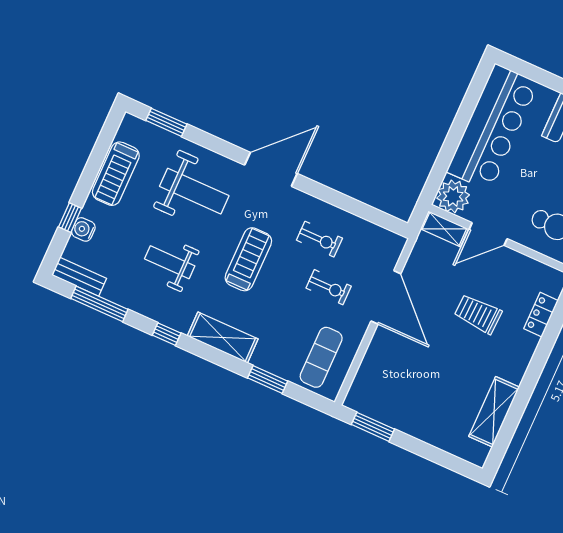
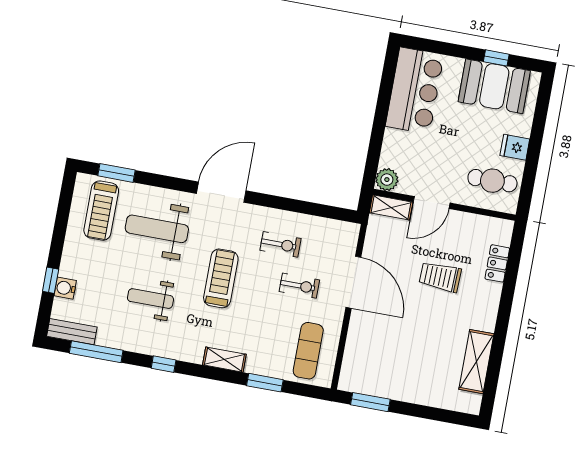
bar counter: (493, 127) -> (415, 91), width x0.73
treadmill: (116, 174) -> (101, 211), moved
weight bench: (194, 191) -> (157, 229), turned 180
plant: (453, 196) -> (387, 180), width x0.73, depth x0.73
shelving: (223, 338) -> (224, 360), width x0.67, depth x0.75

